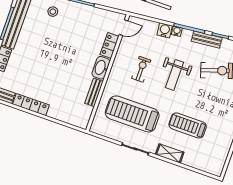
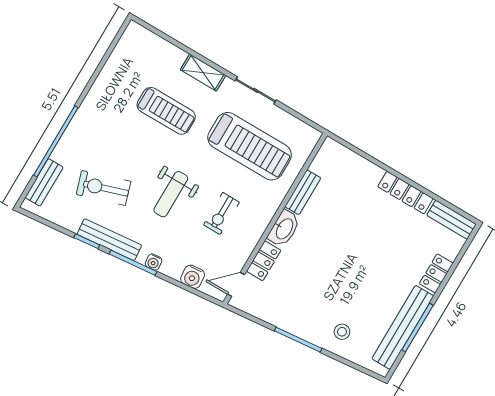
water cooler: (165, 30) -> (193, 277), moved
bench: (207, 40) -> (109, 240), width x1.36
weight bench: (175, 75) -> (171, 194), turned 180

